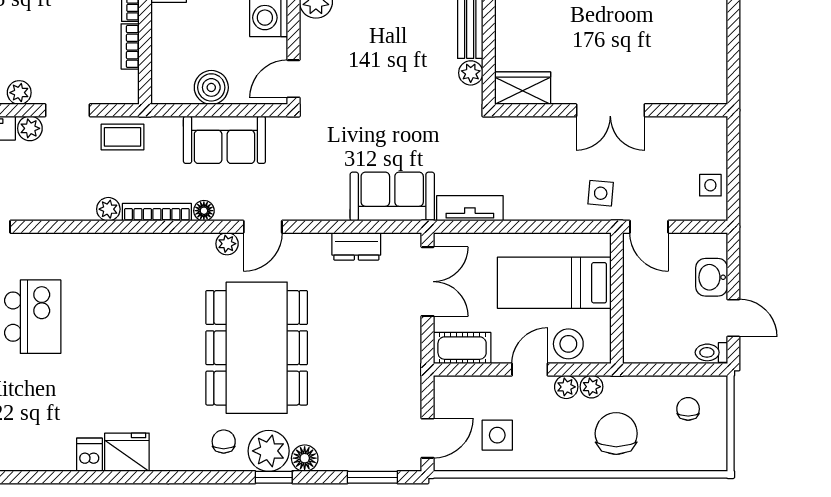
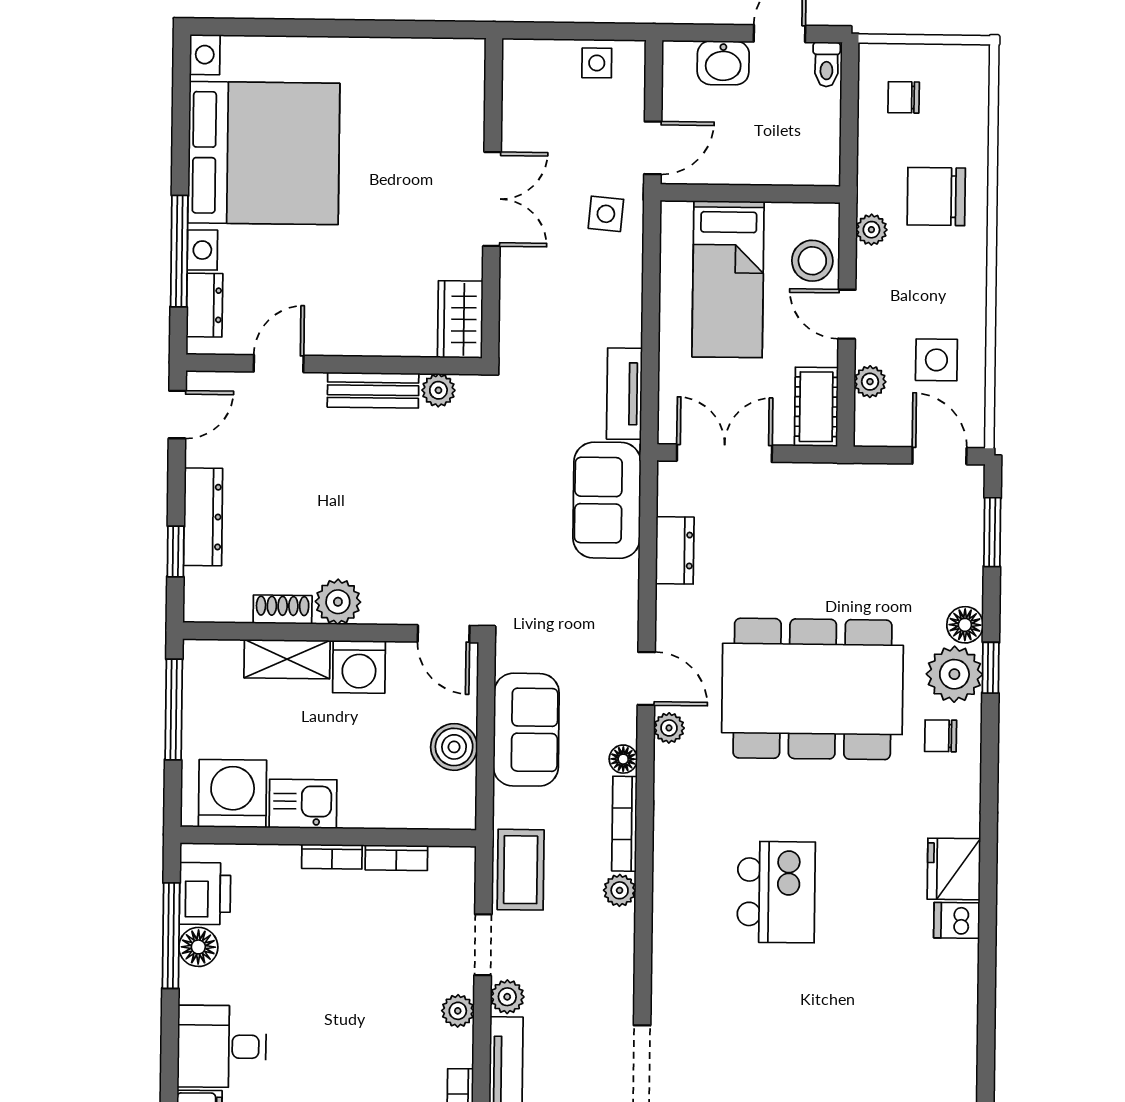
coffee table: (123, 137) -> (521, 870), width x1.36, depth x1.30
kitchen island: (33, 317) -> (776, 892), moved, turned 90
plant: (566, 387) -> (870, 382), moved

